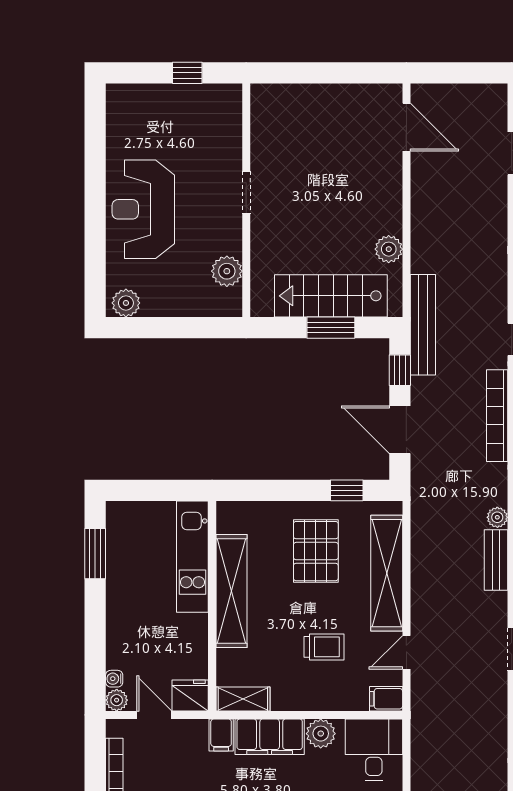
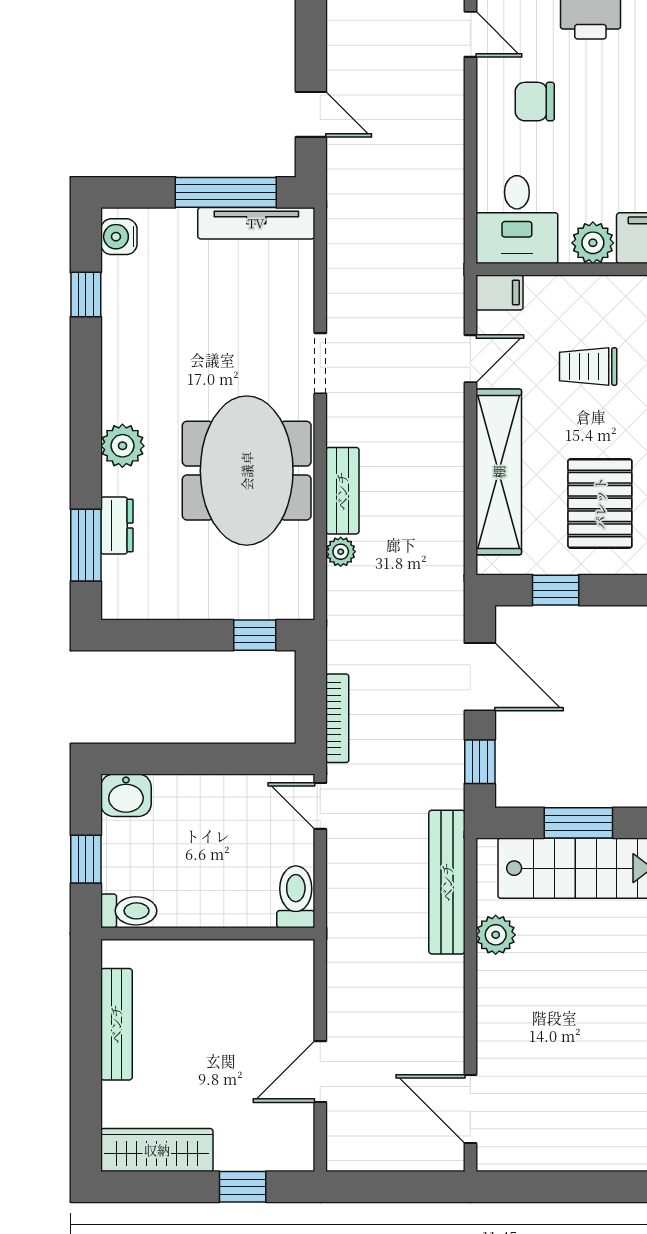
bench: (423, 325) -> (447, 882), moved
bookcase: (497, 416) -> (337, 718), width x0.68, depth x0.76

